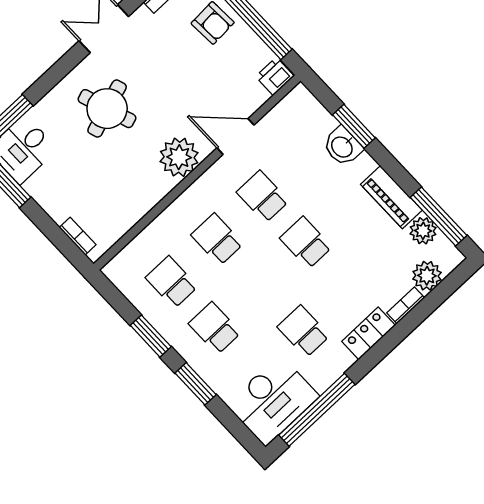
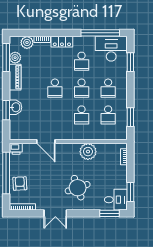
plant: (179, 157) -> (88, 152), moved
school desk: (263, 197) -> (82, 88), moved
window: (151, 336) -> (130, 117), moved
window: (196, 384) -> (130, 62), moved

